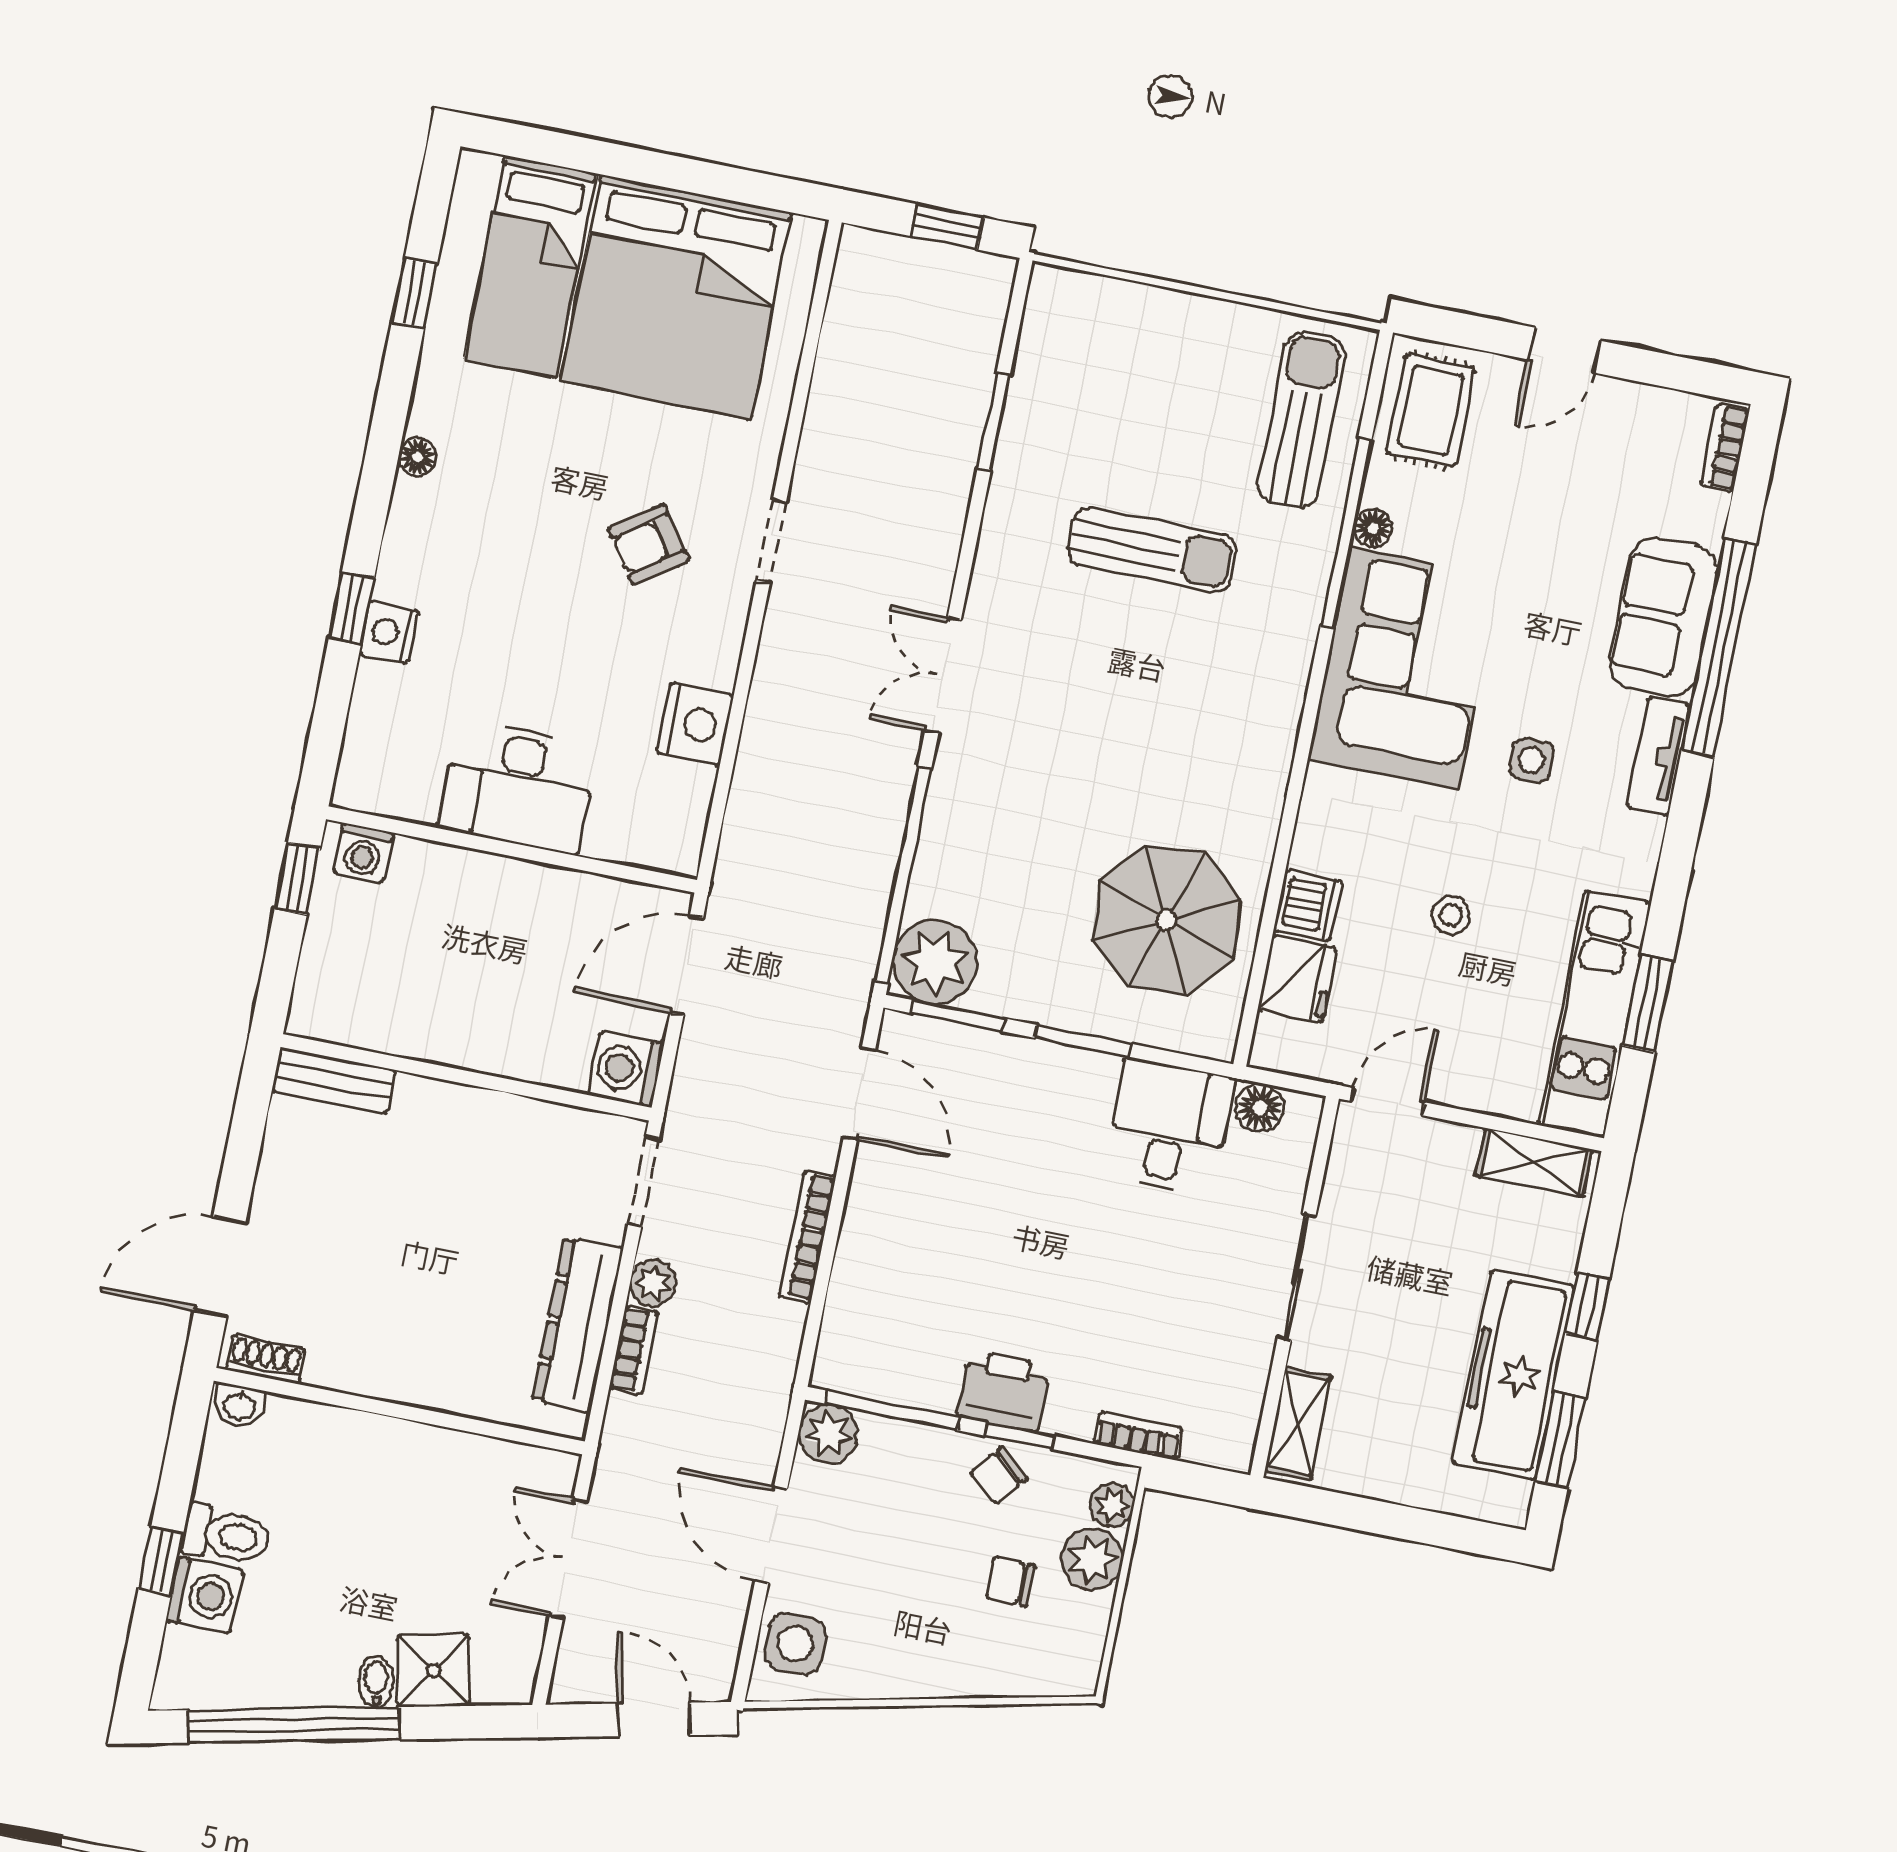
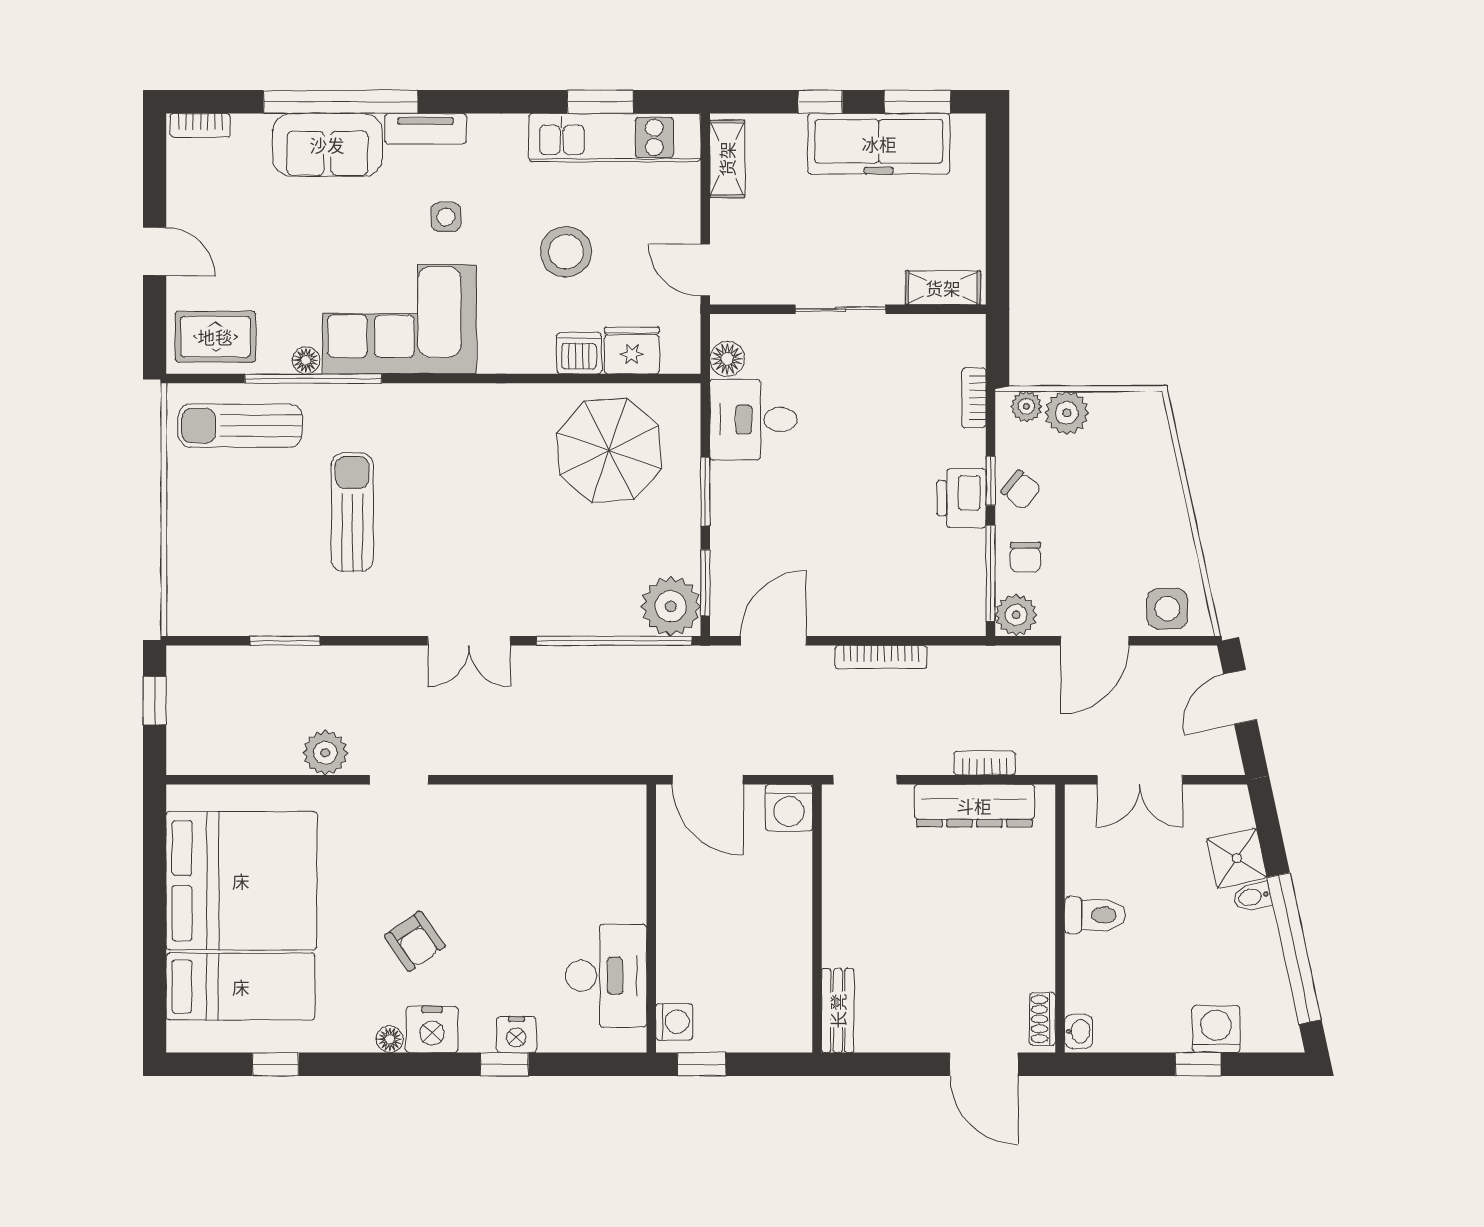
armchair: (649, 544) -> (415, 941), moved
nightstand: (695, 724) -> (432, 1029), moved, turned 180
desk: (518, 786) -> (606, 976), moved
stool: (1451, 915) -> (566, 252), width x1.89, depth x1.89
plant: (653, 1283) -> (325, 753), moved, width x1.38, depth x1.38
toilet: (226, 1535) -> (1095, 915), moved, turned 90
chair: (1010, 1582) -> (1025, 557), moved

